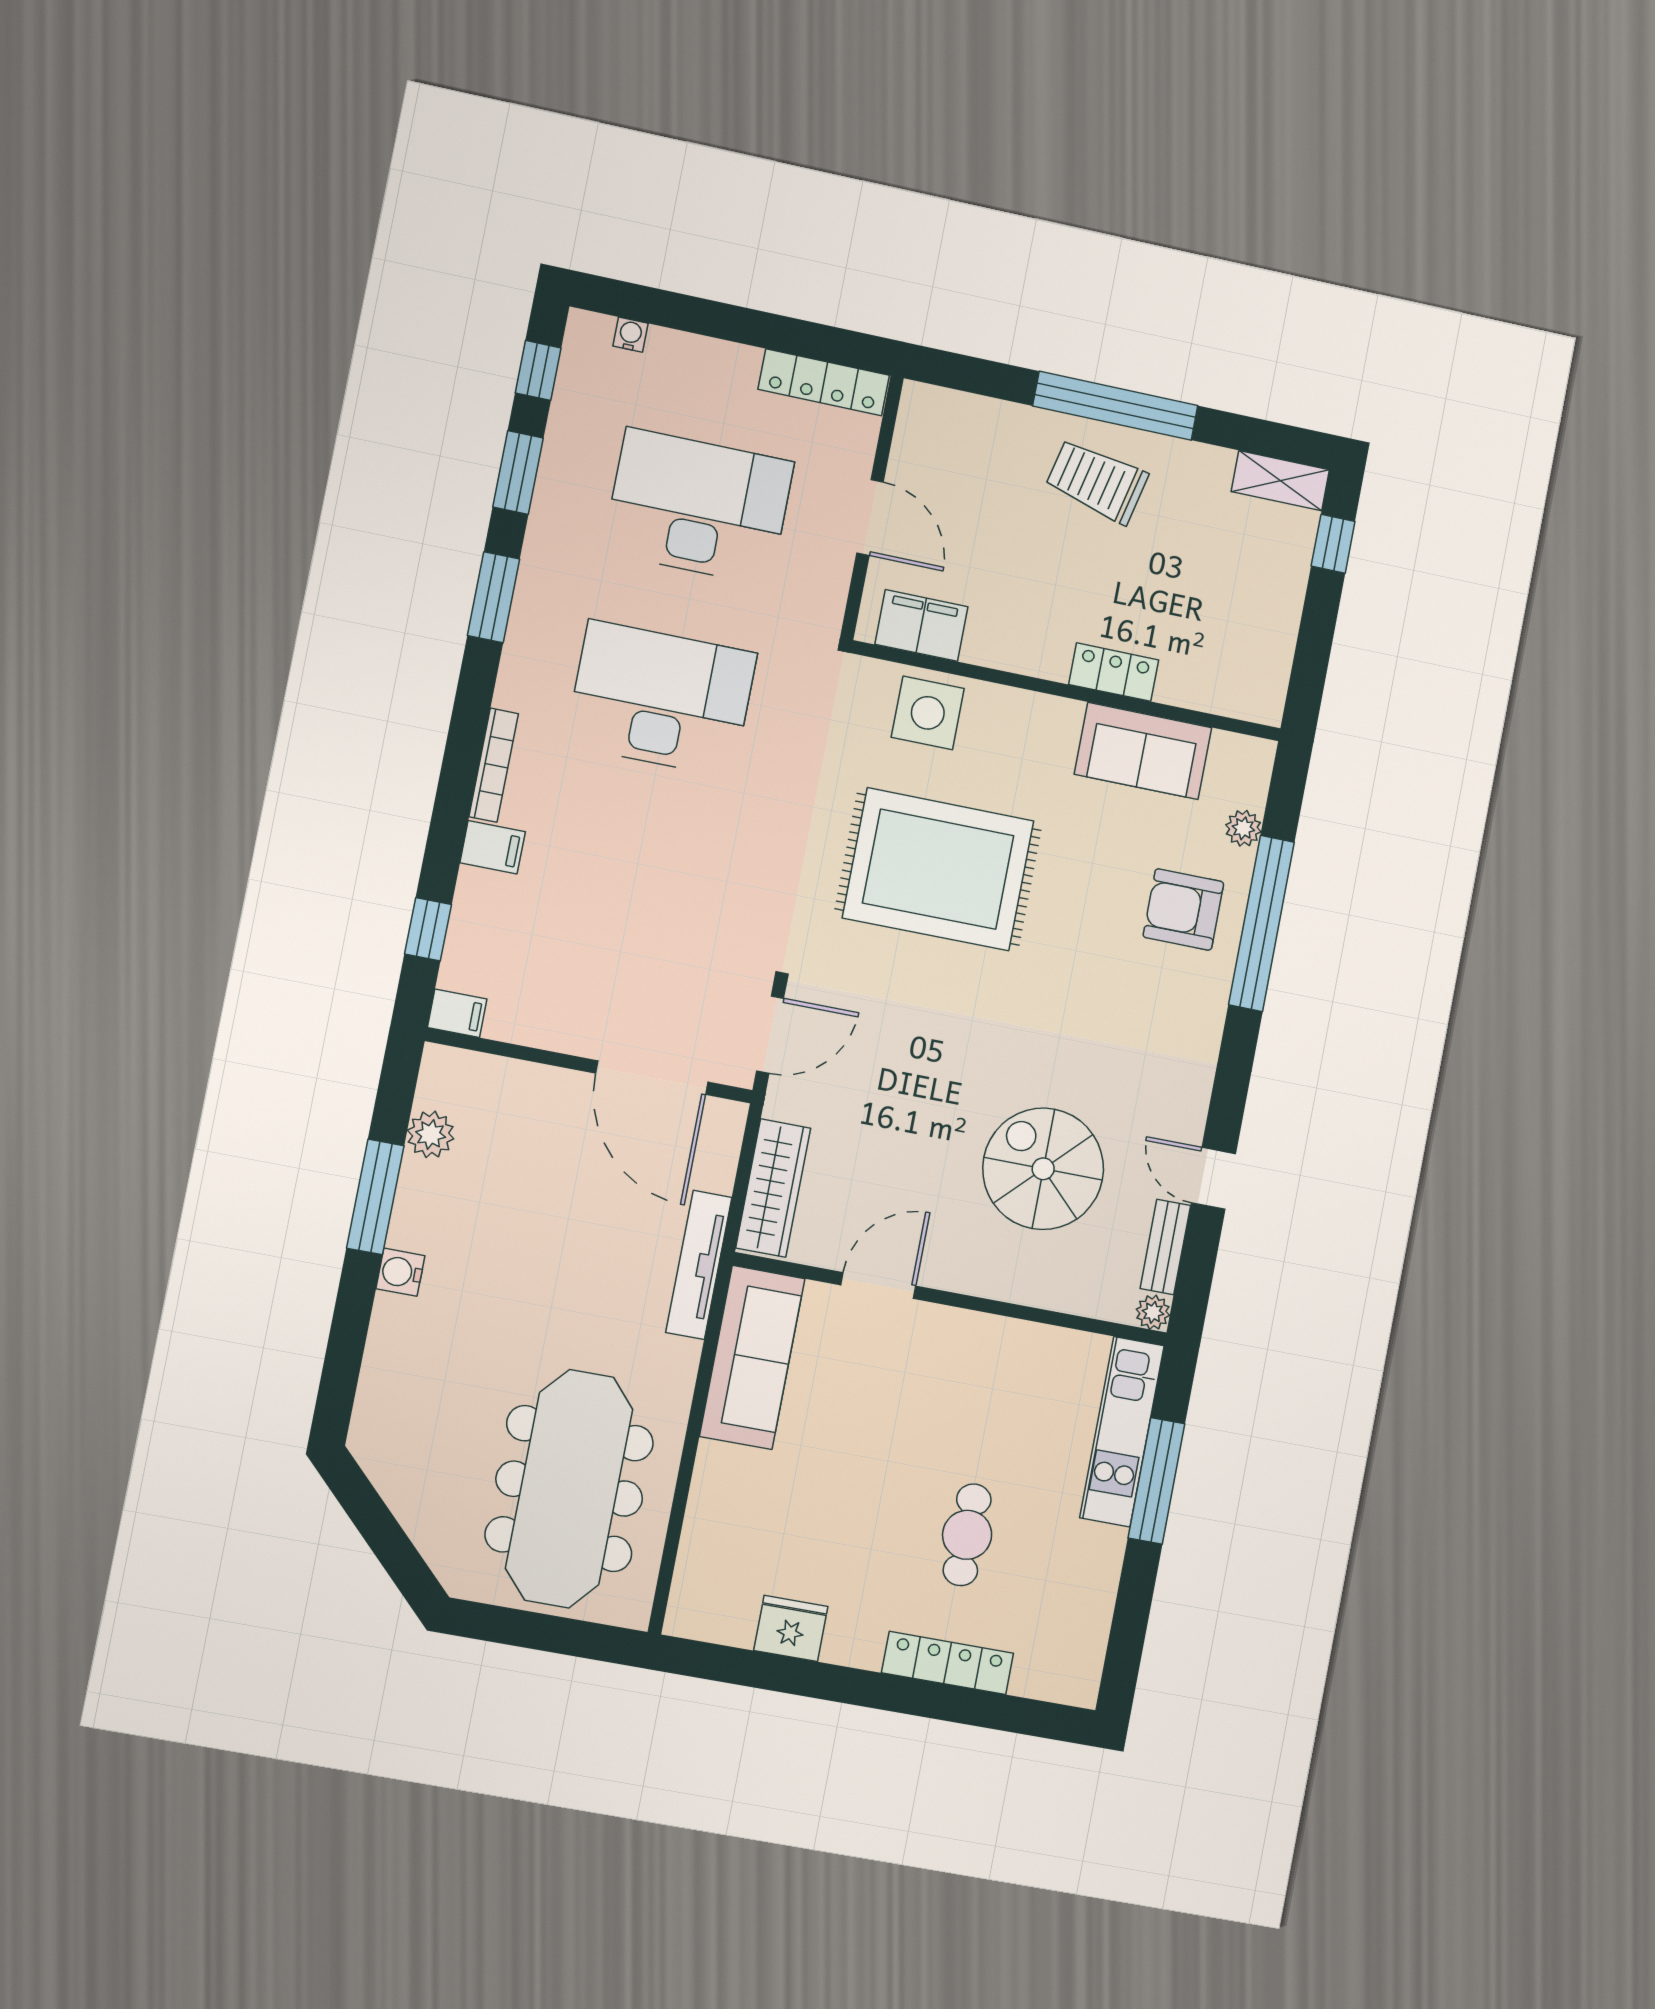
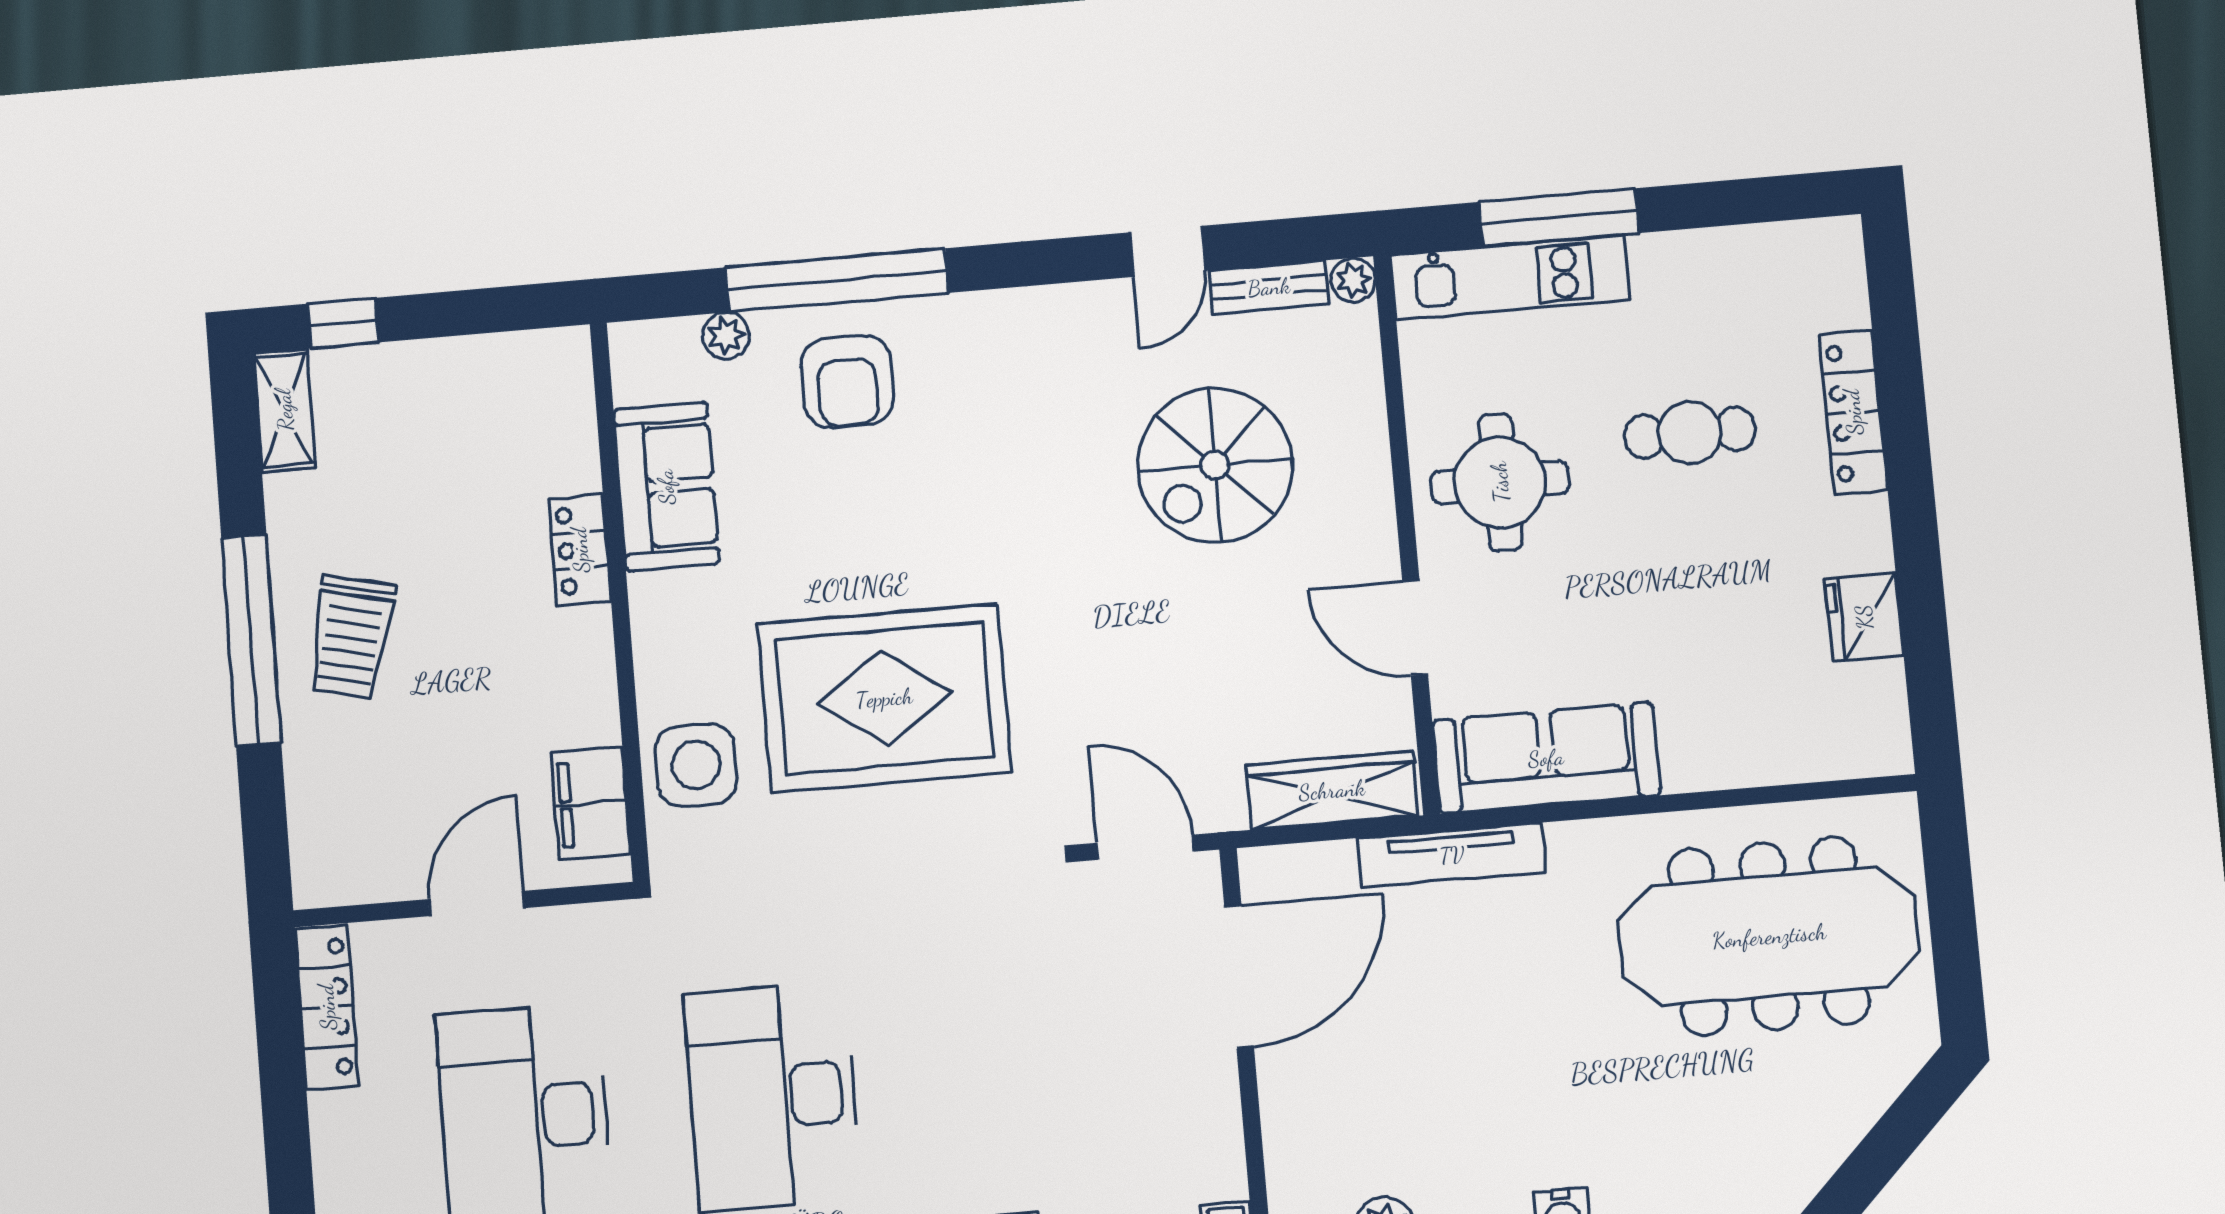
rug: (938, 869) -> (884, 698), turned 90
round table: (970, 1381) -> (1500, 482), added

